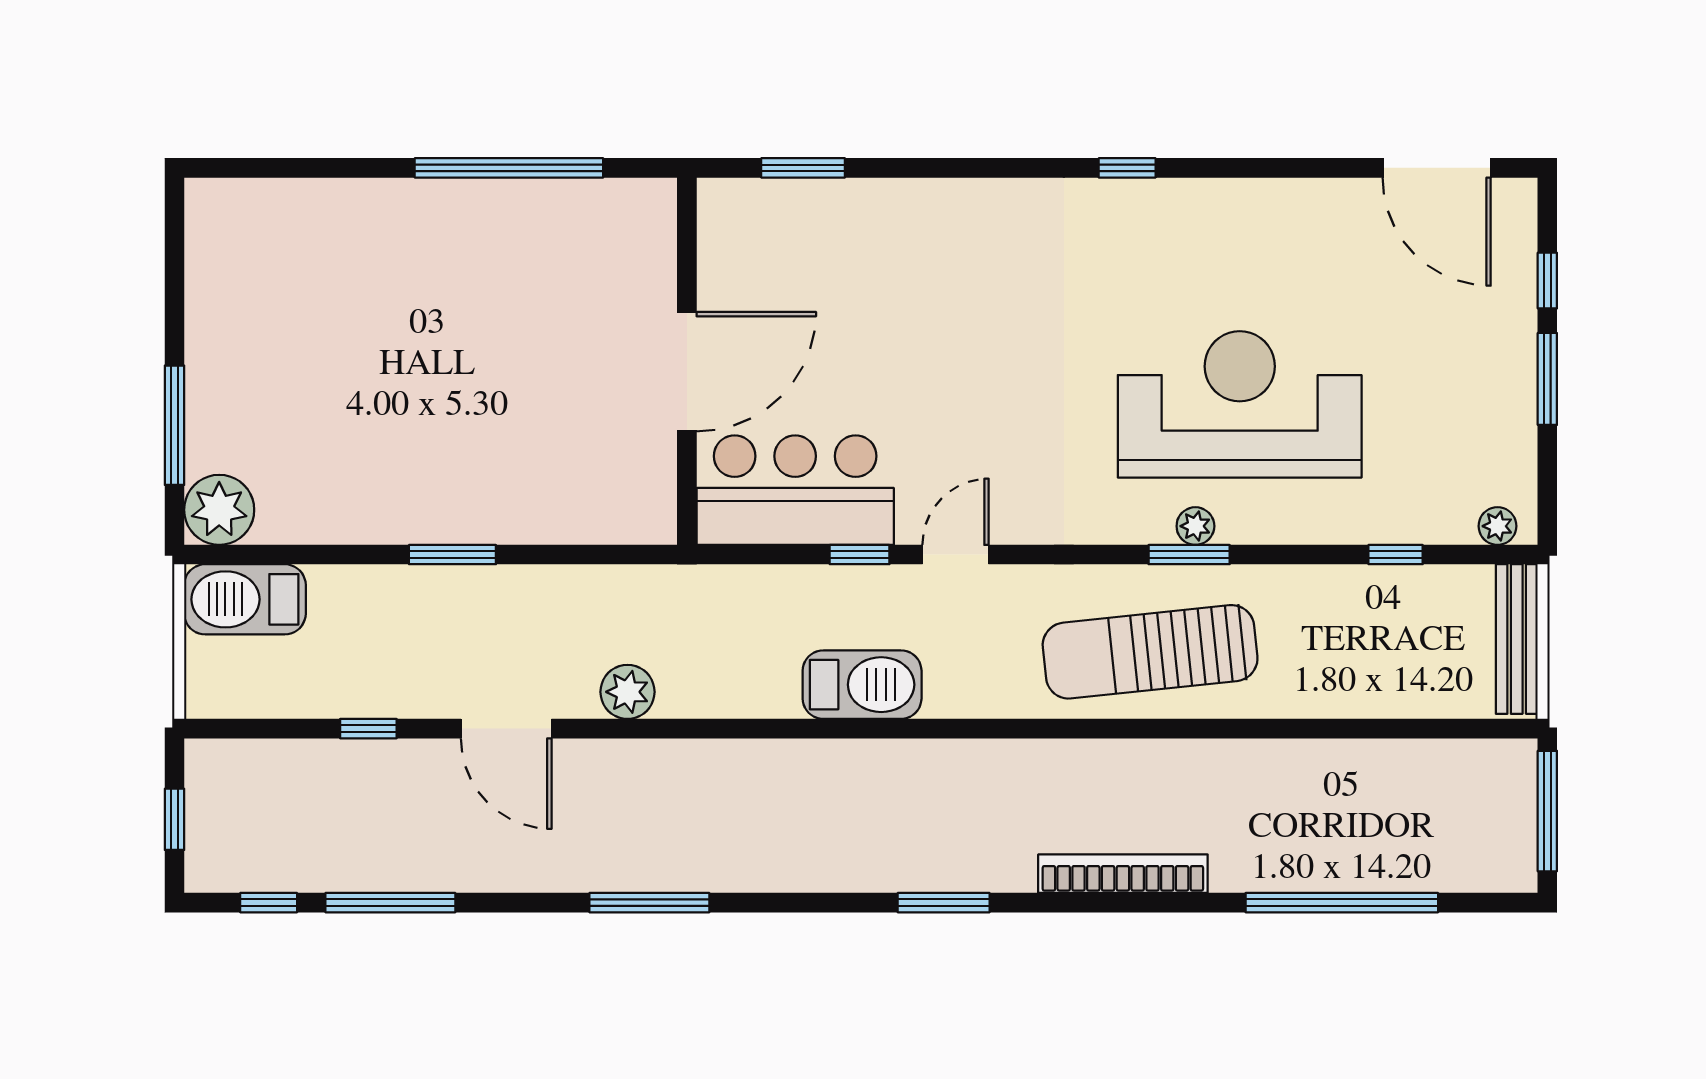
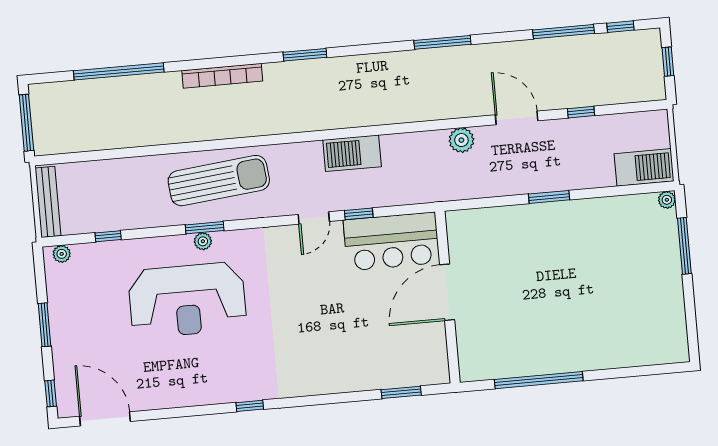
window: (1547, 281) -> (51, 393), moved
plant: (219, 510) -> (667, 200), width x0.53, depth x0.53

